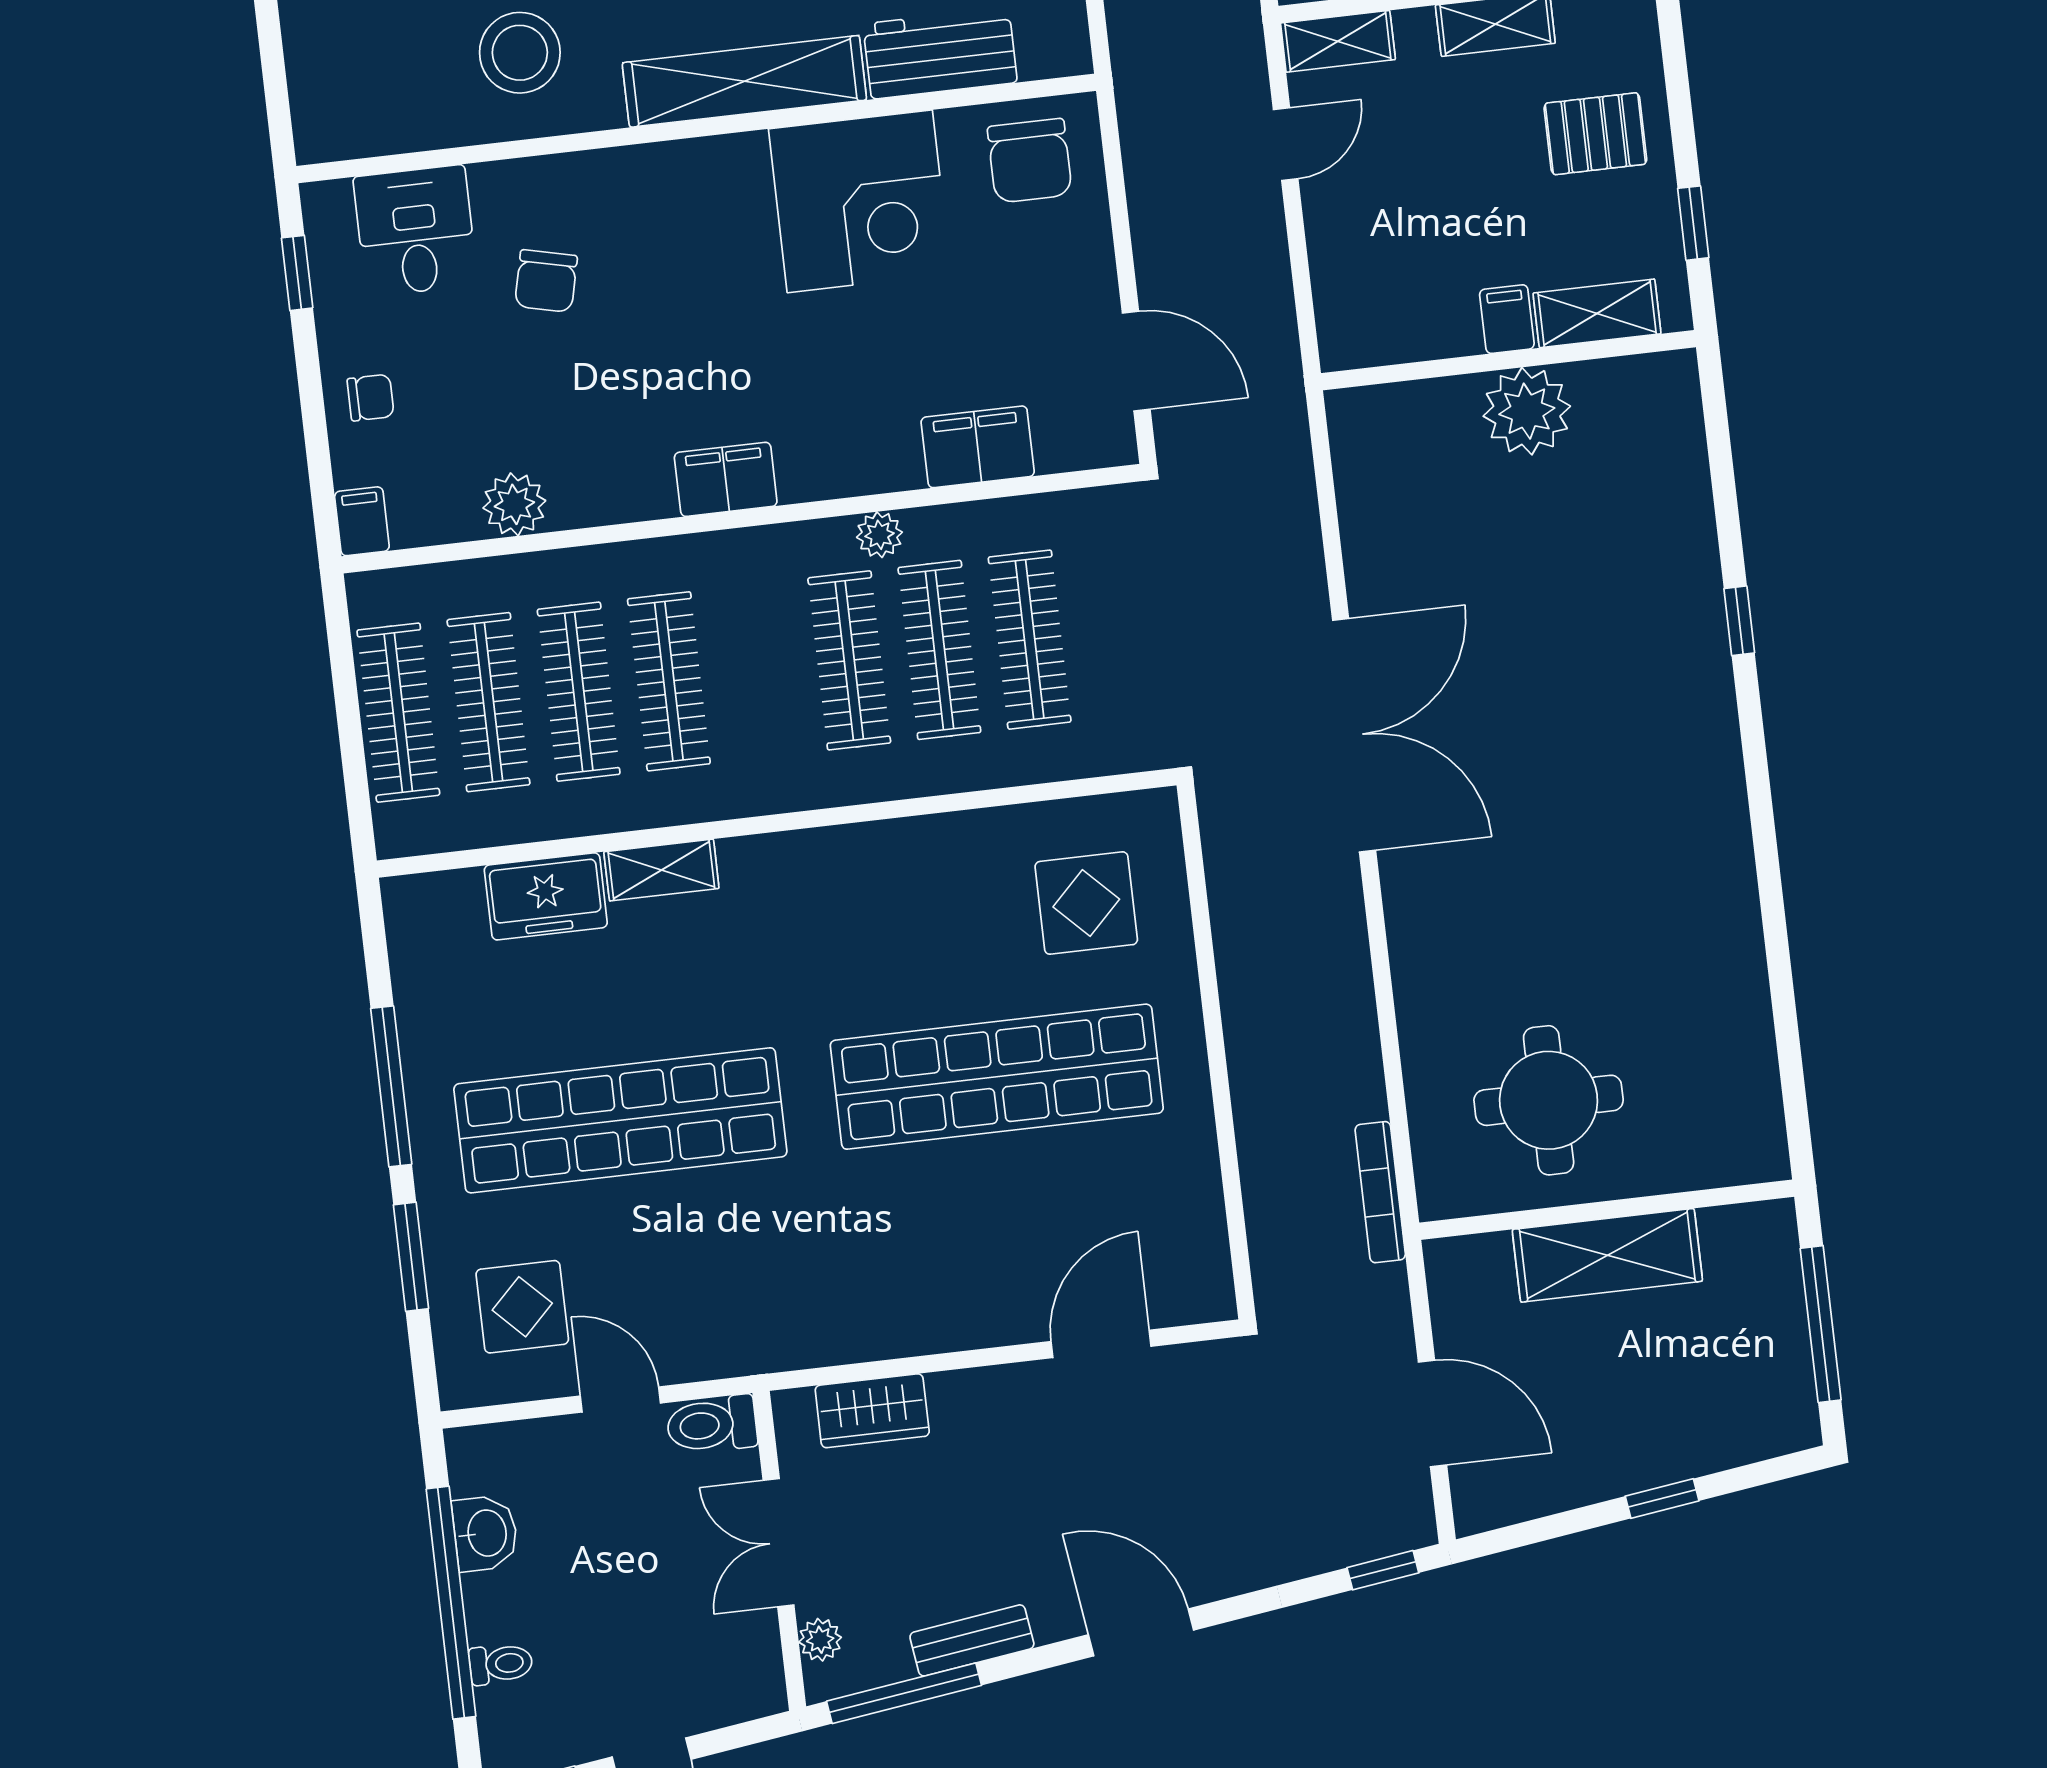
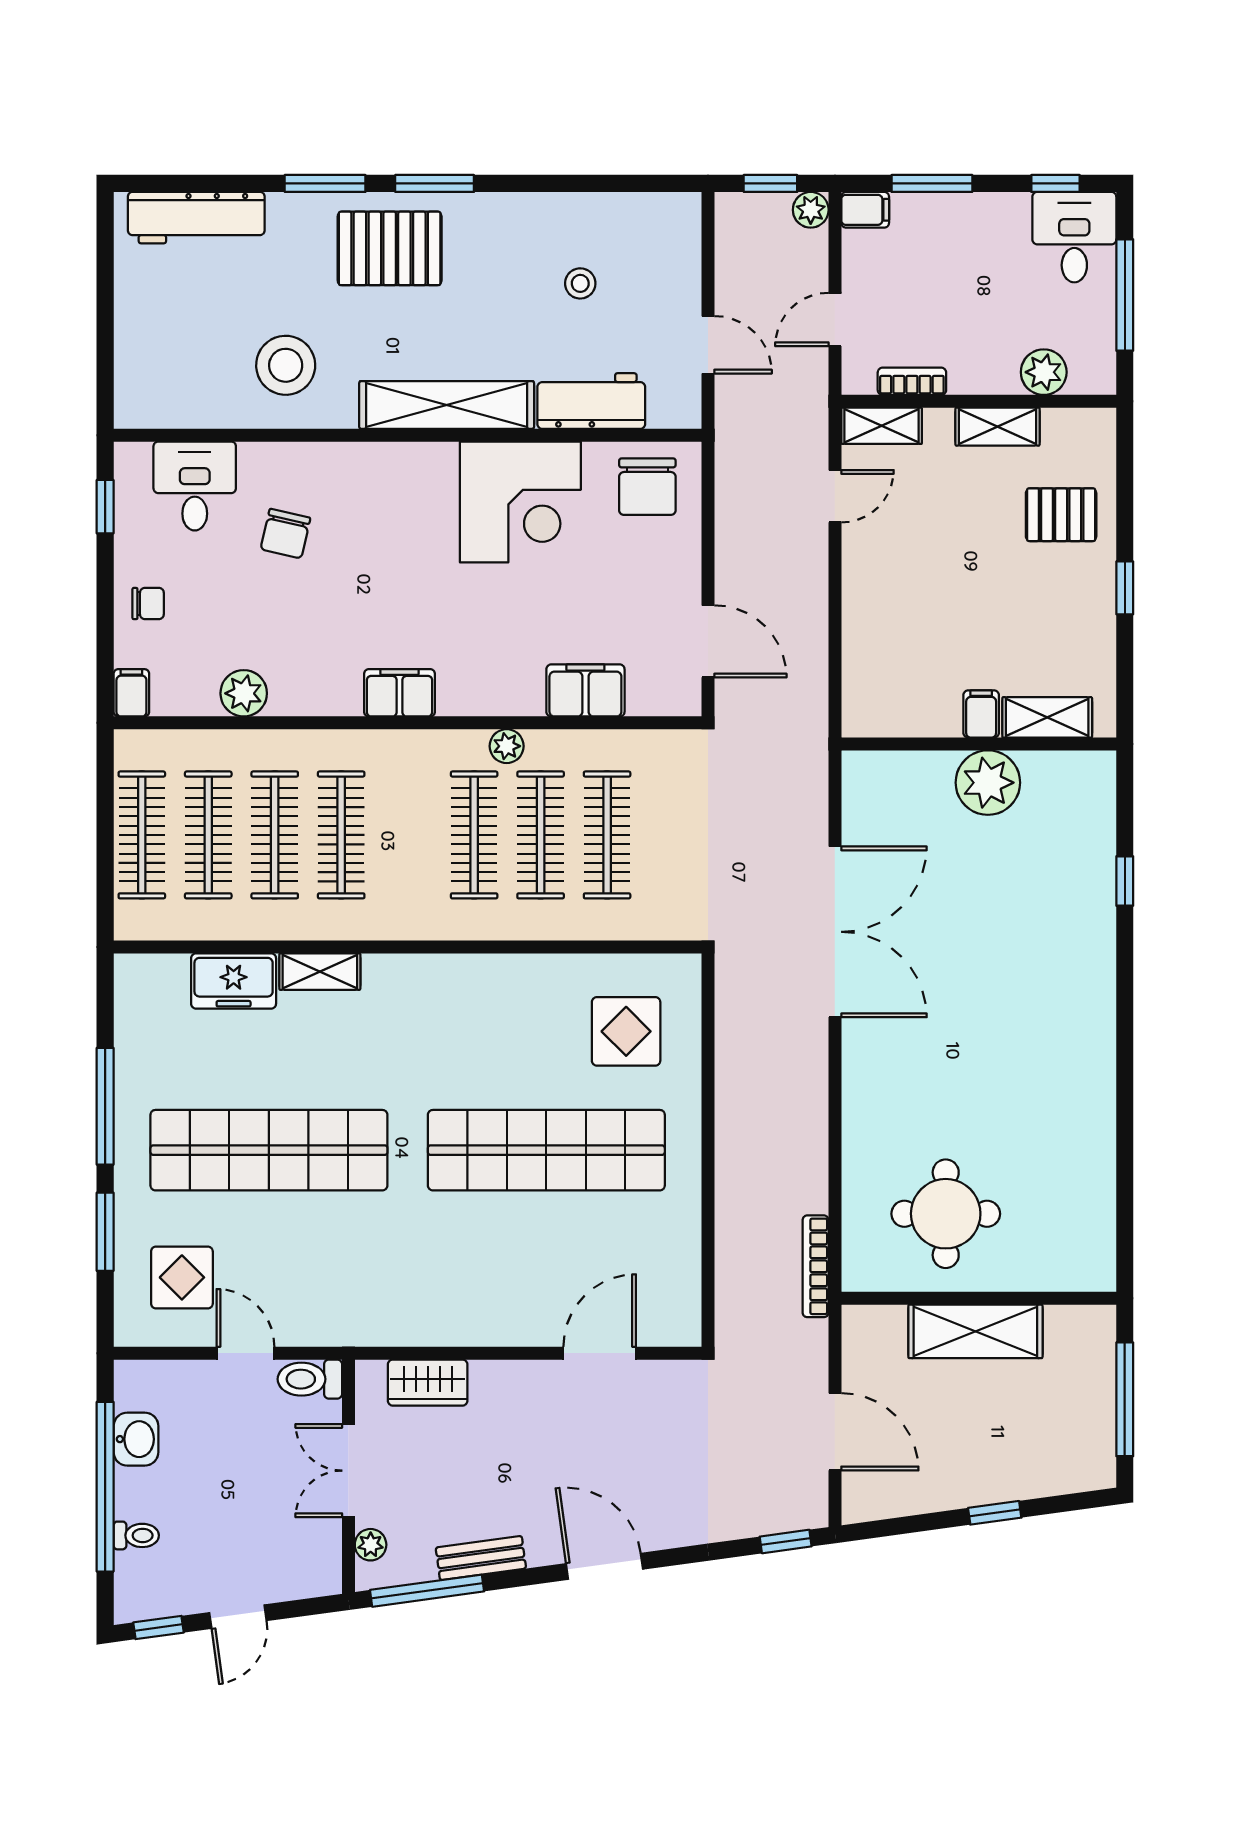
shelving: (1597, 313) -> (1047, 717), moved
filing cabinet: (1507, 319) -> (981, 714), moved
wall: (1508, 360) -> (979, 744), moved
plant: (1527, 411) -> (988, 783), moved

